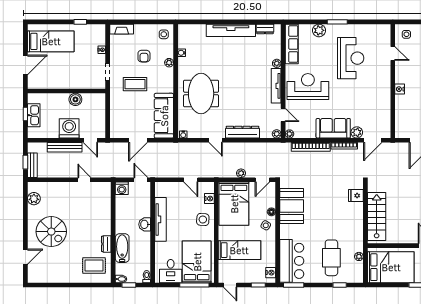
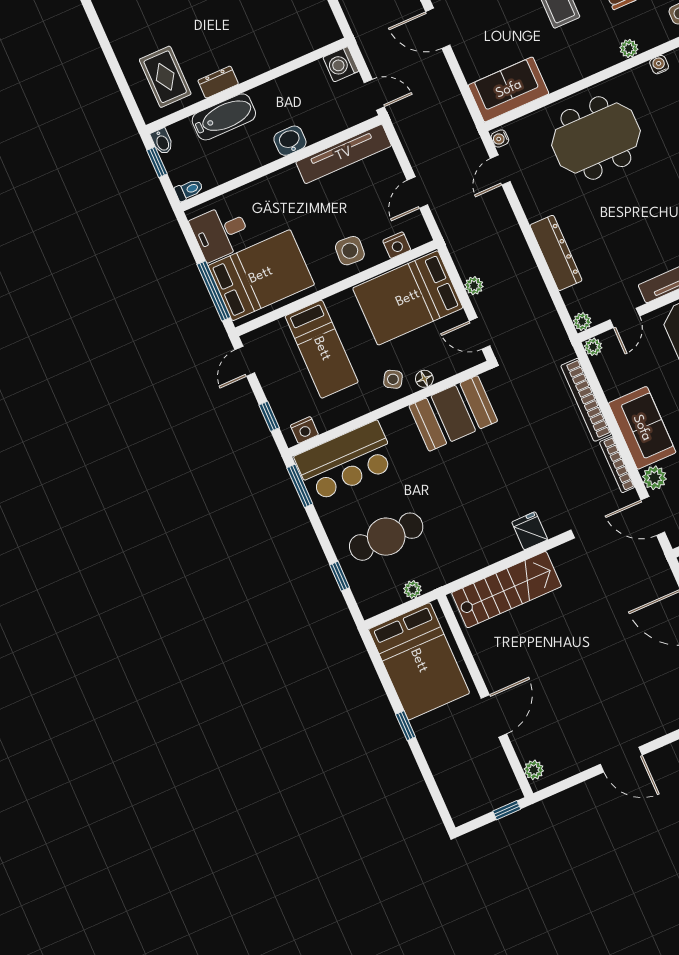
sofa: (164, 116) -> (509, 89), width x0.73
door: (138, 140) -> (438, 28), moved
door: (216, 140) -> (500, 170), moved
door: (141, 180) -> (374, 95), hinge flipped
tv unit: (160, 219) -> (344, 154), moved

